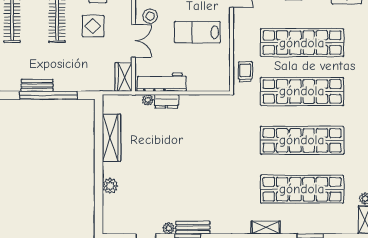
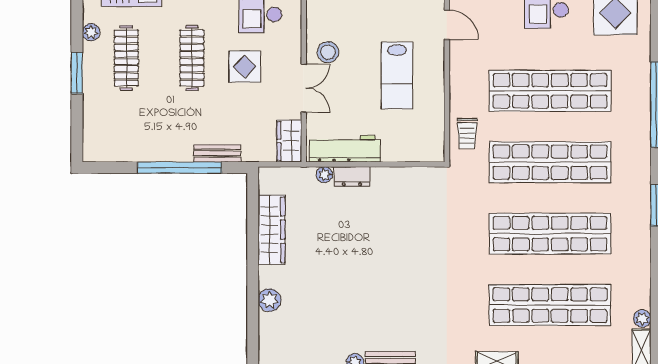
lab bench: (197, 32) -> (397, 76), turned -90
trolley: (245, 72) -> (467, 133), turned 180
bench: (37, 85) -> (217, 153), moved

